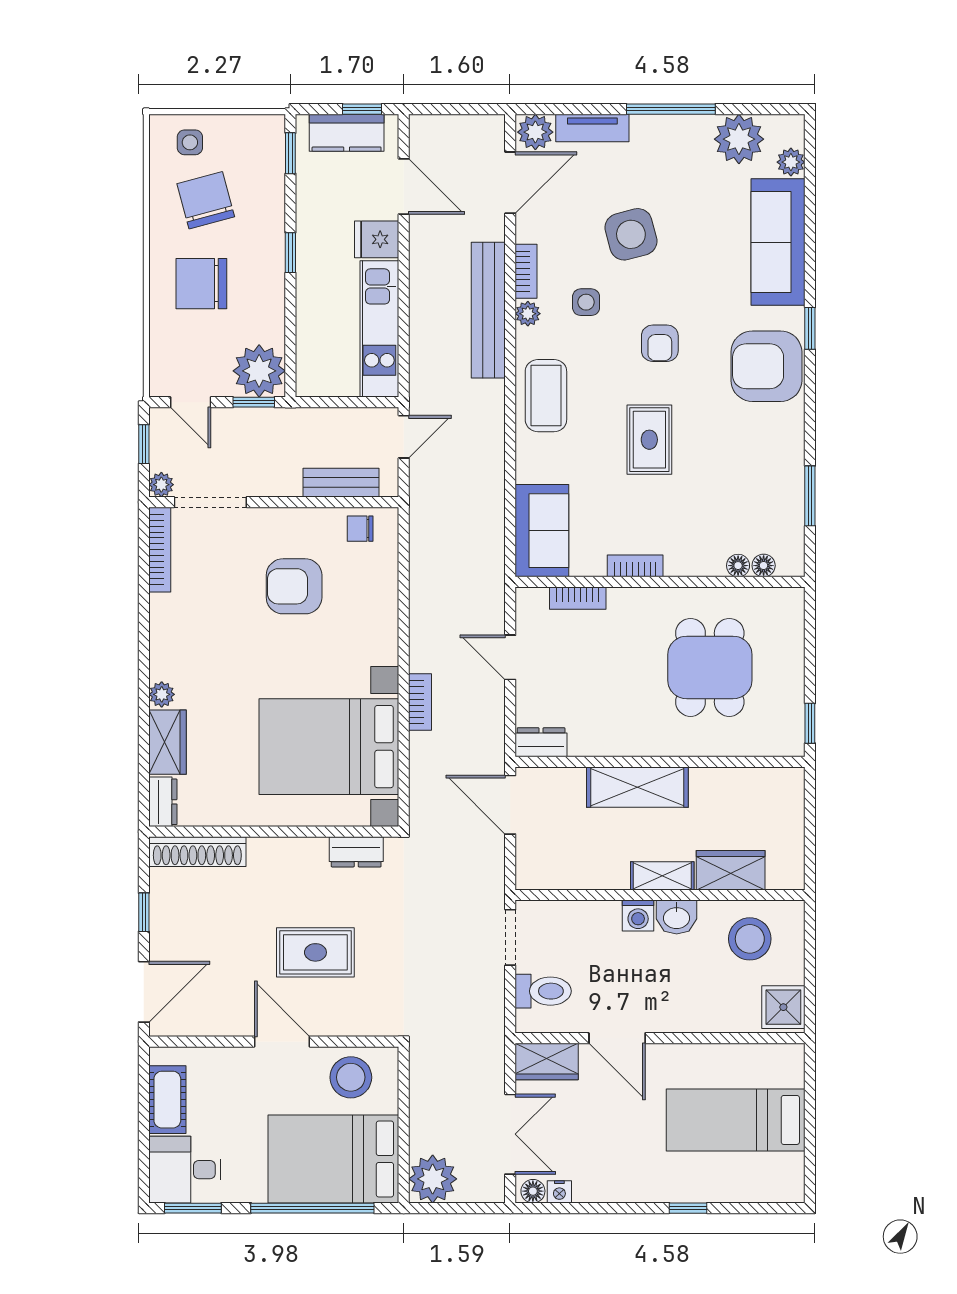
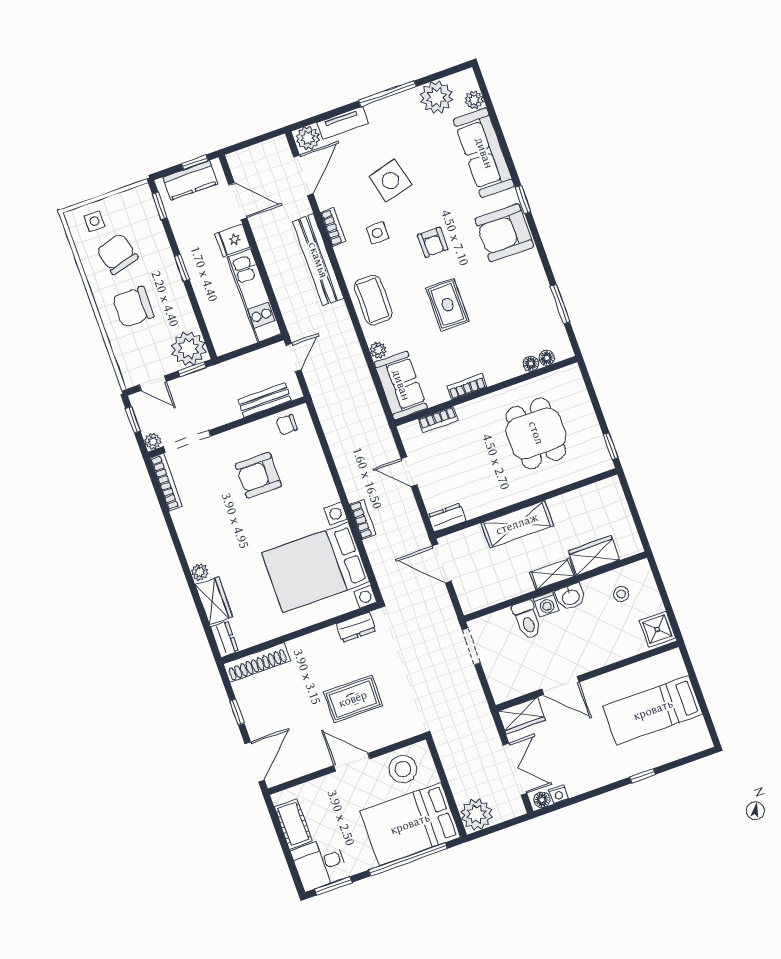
plant: (528, 314) -> (378, 350), moved
stool: (750, 939) -> (621, 594), width x0.53, depth x0.53
toilet: (543, 991) -> (527, 620), moved, turned 90

